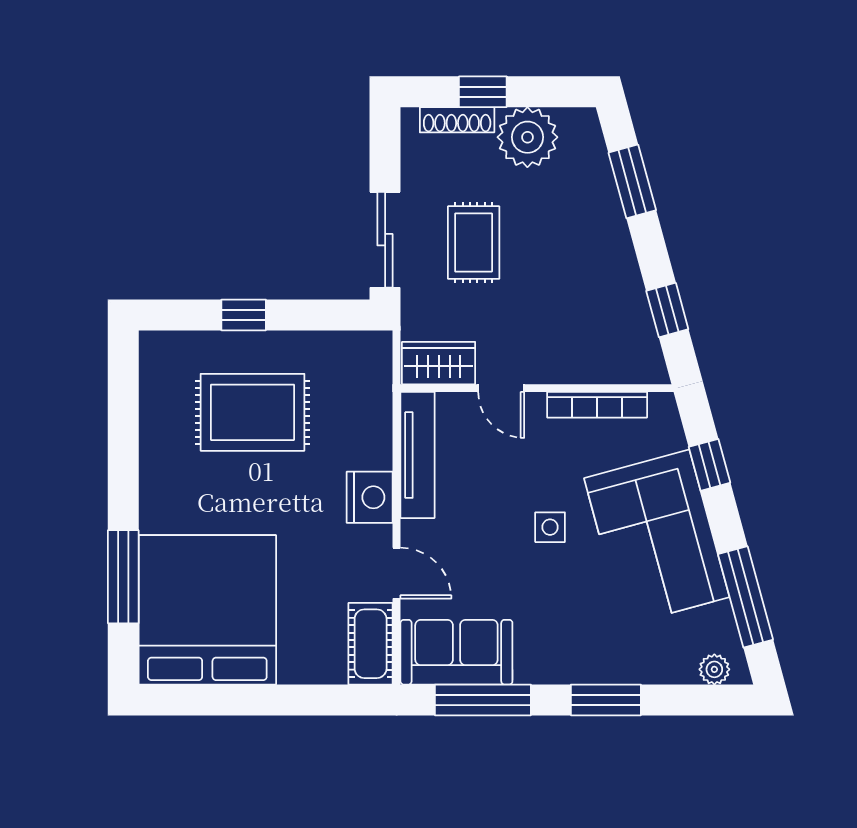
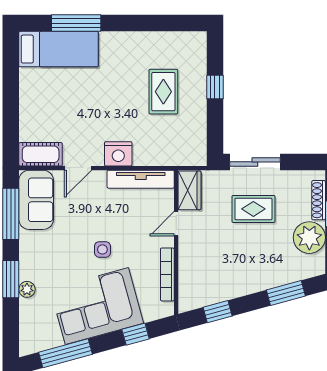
rug: (253, 412) -> (163, 92), width x0.73, depth x0.70
bed: (207, 610) -> (59, 49), width x0.49
plant: (714, 669) -> (27, 289), moved

